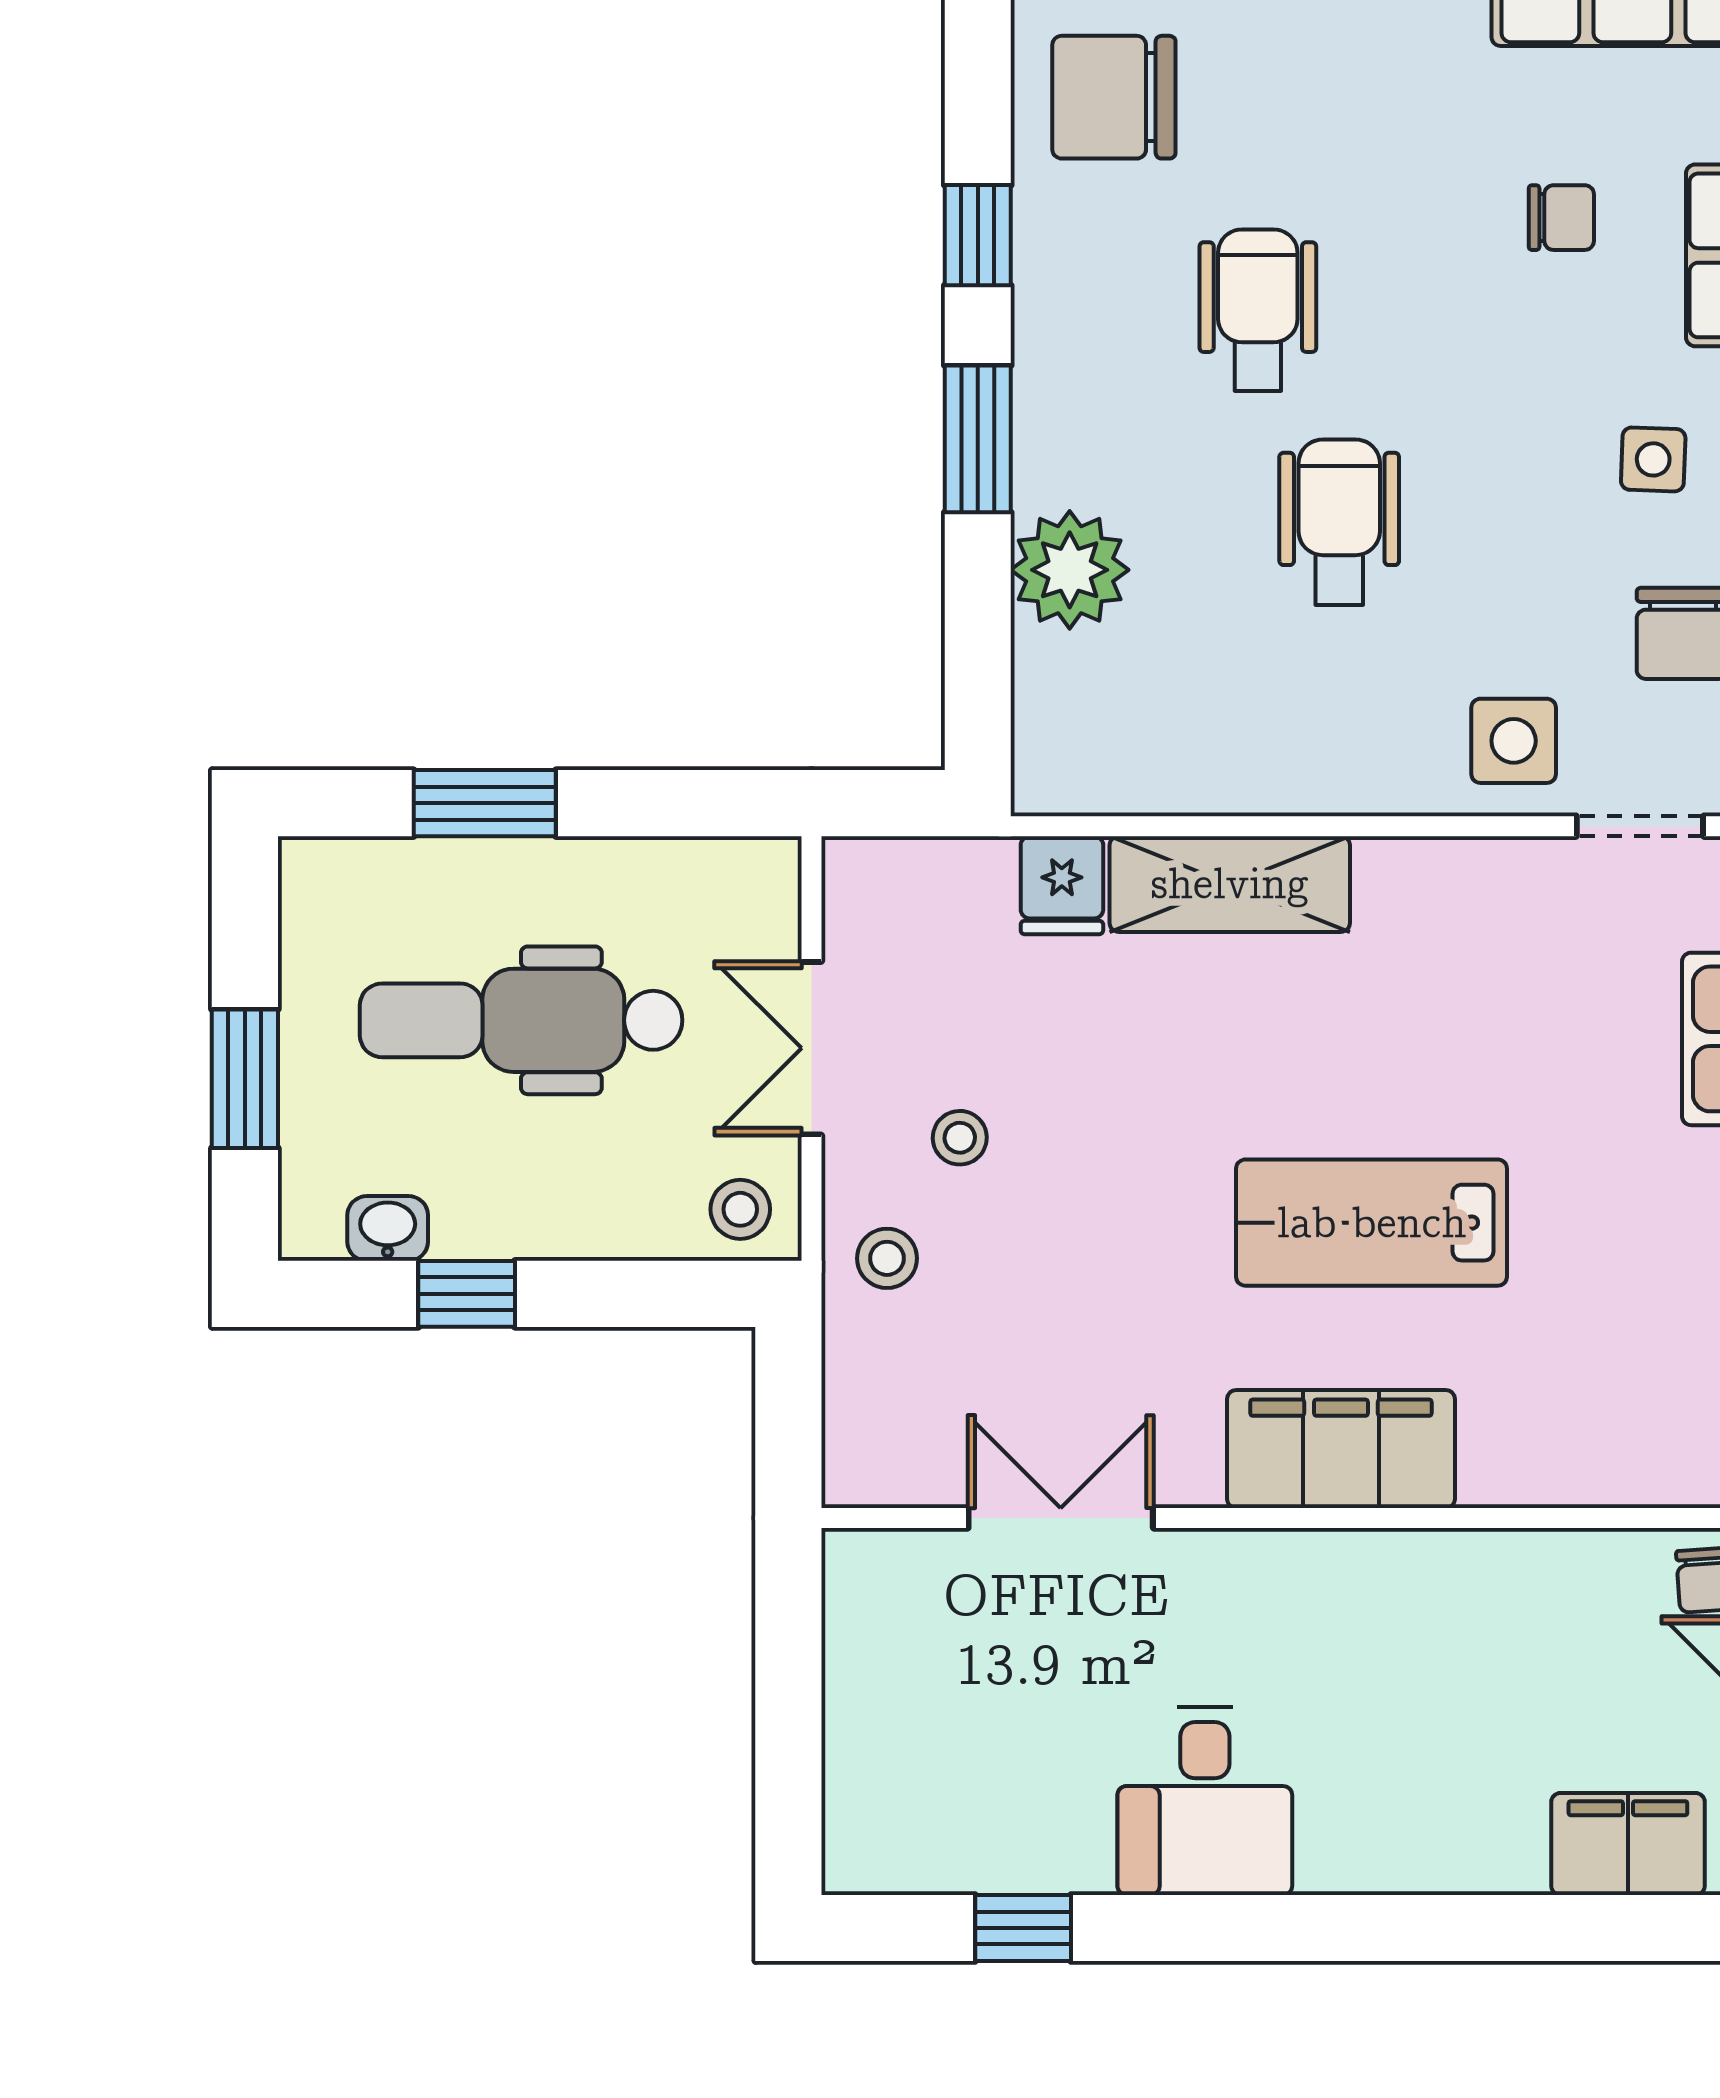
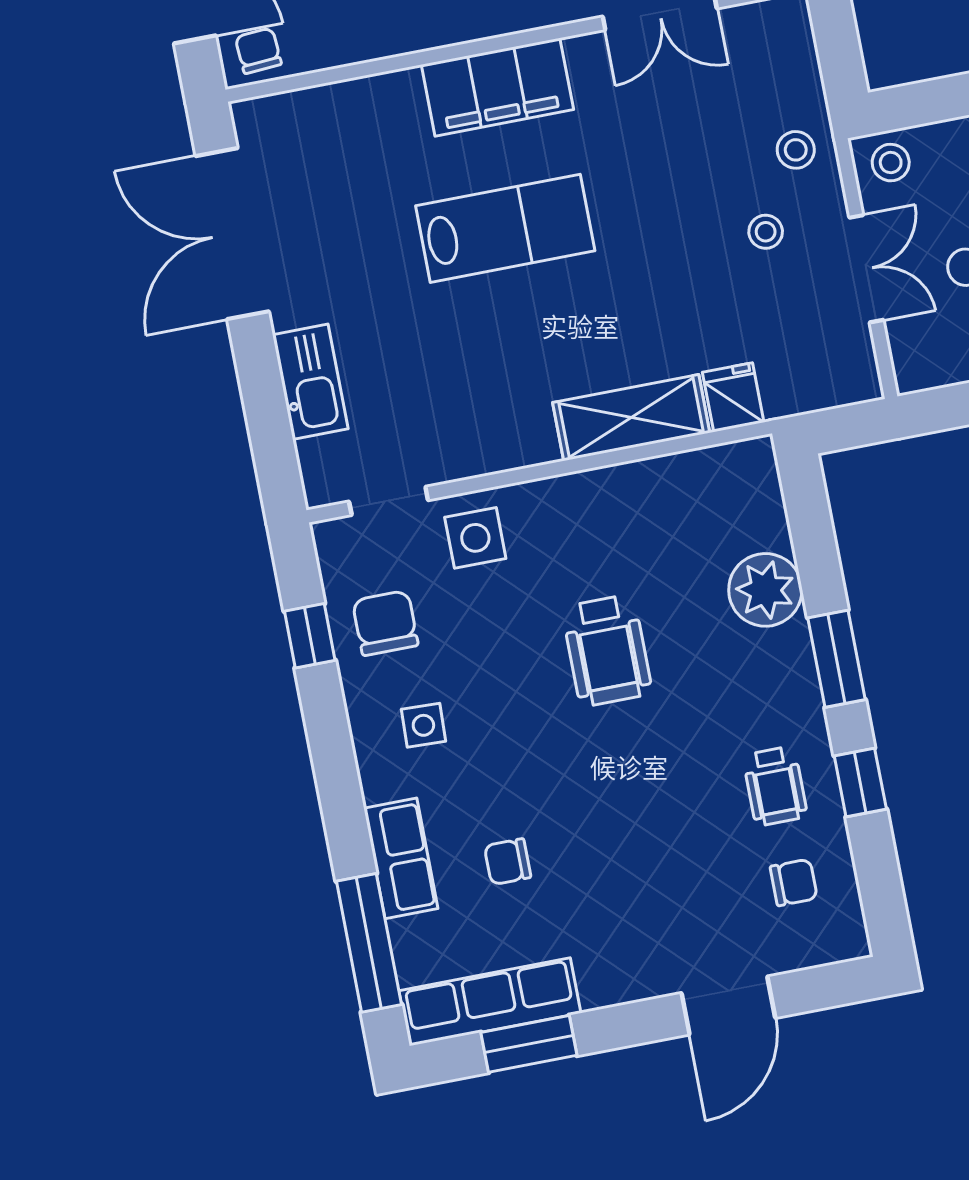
chair: (1114, 97) -> (794, 882), width x0.54, depth x0.54
wheelchair: (1258, 310) -> (775, 786), moved, width x0.73, depth x0.73

